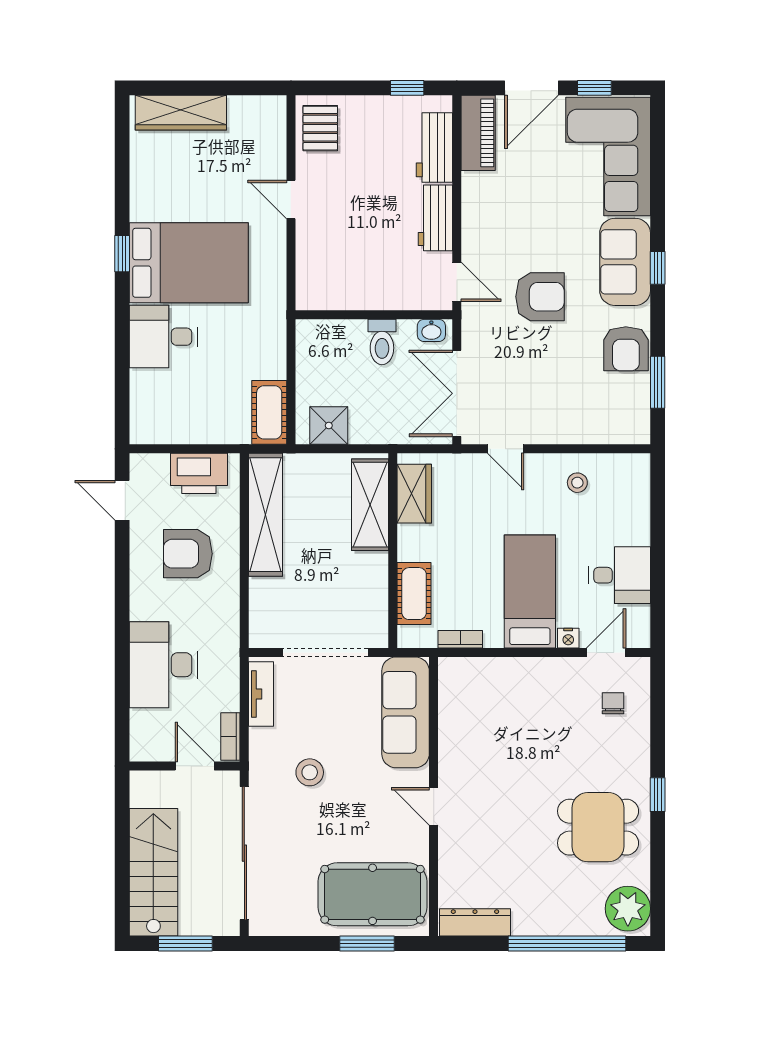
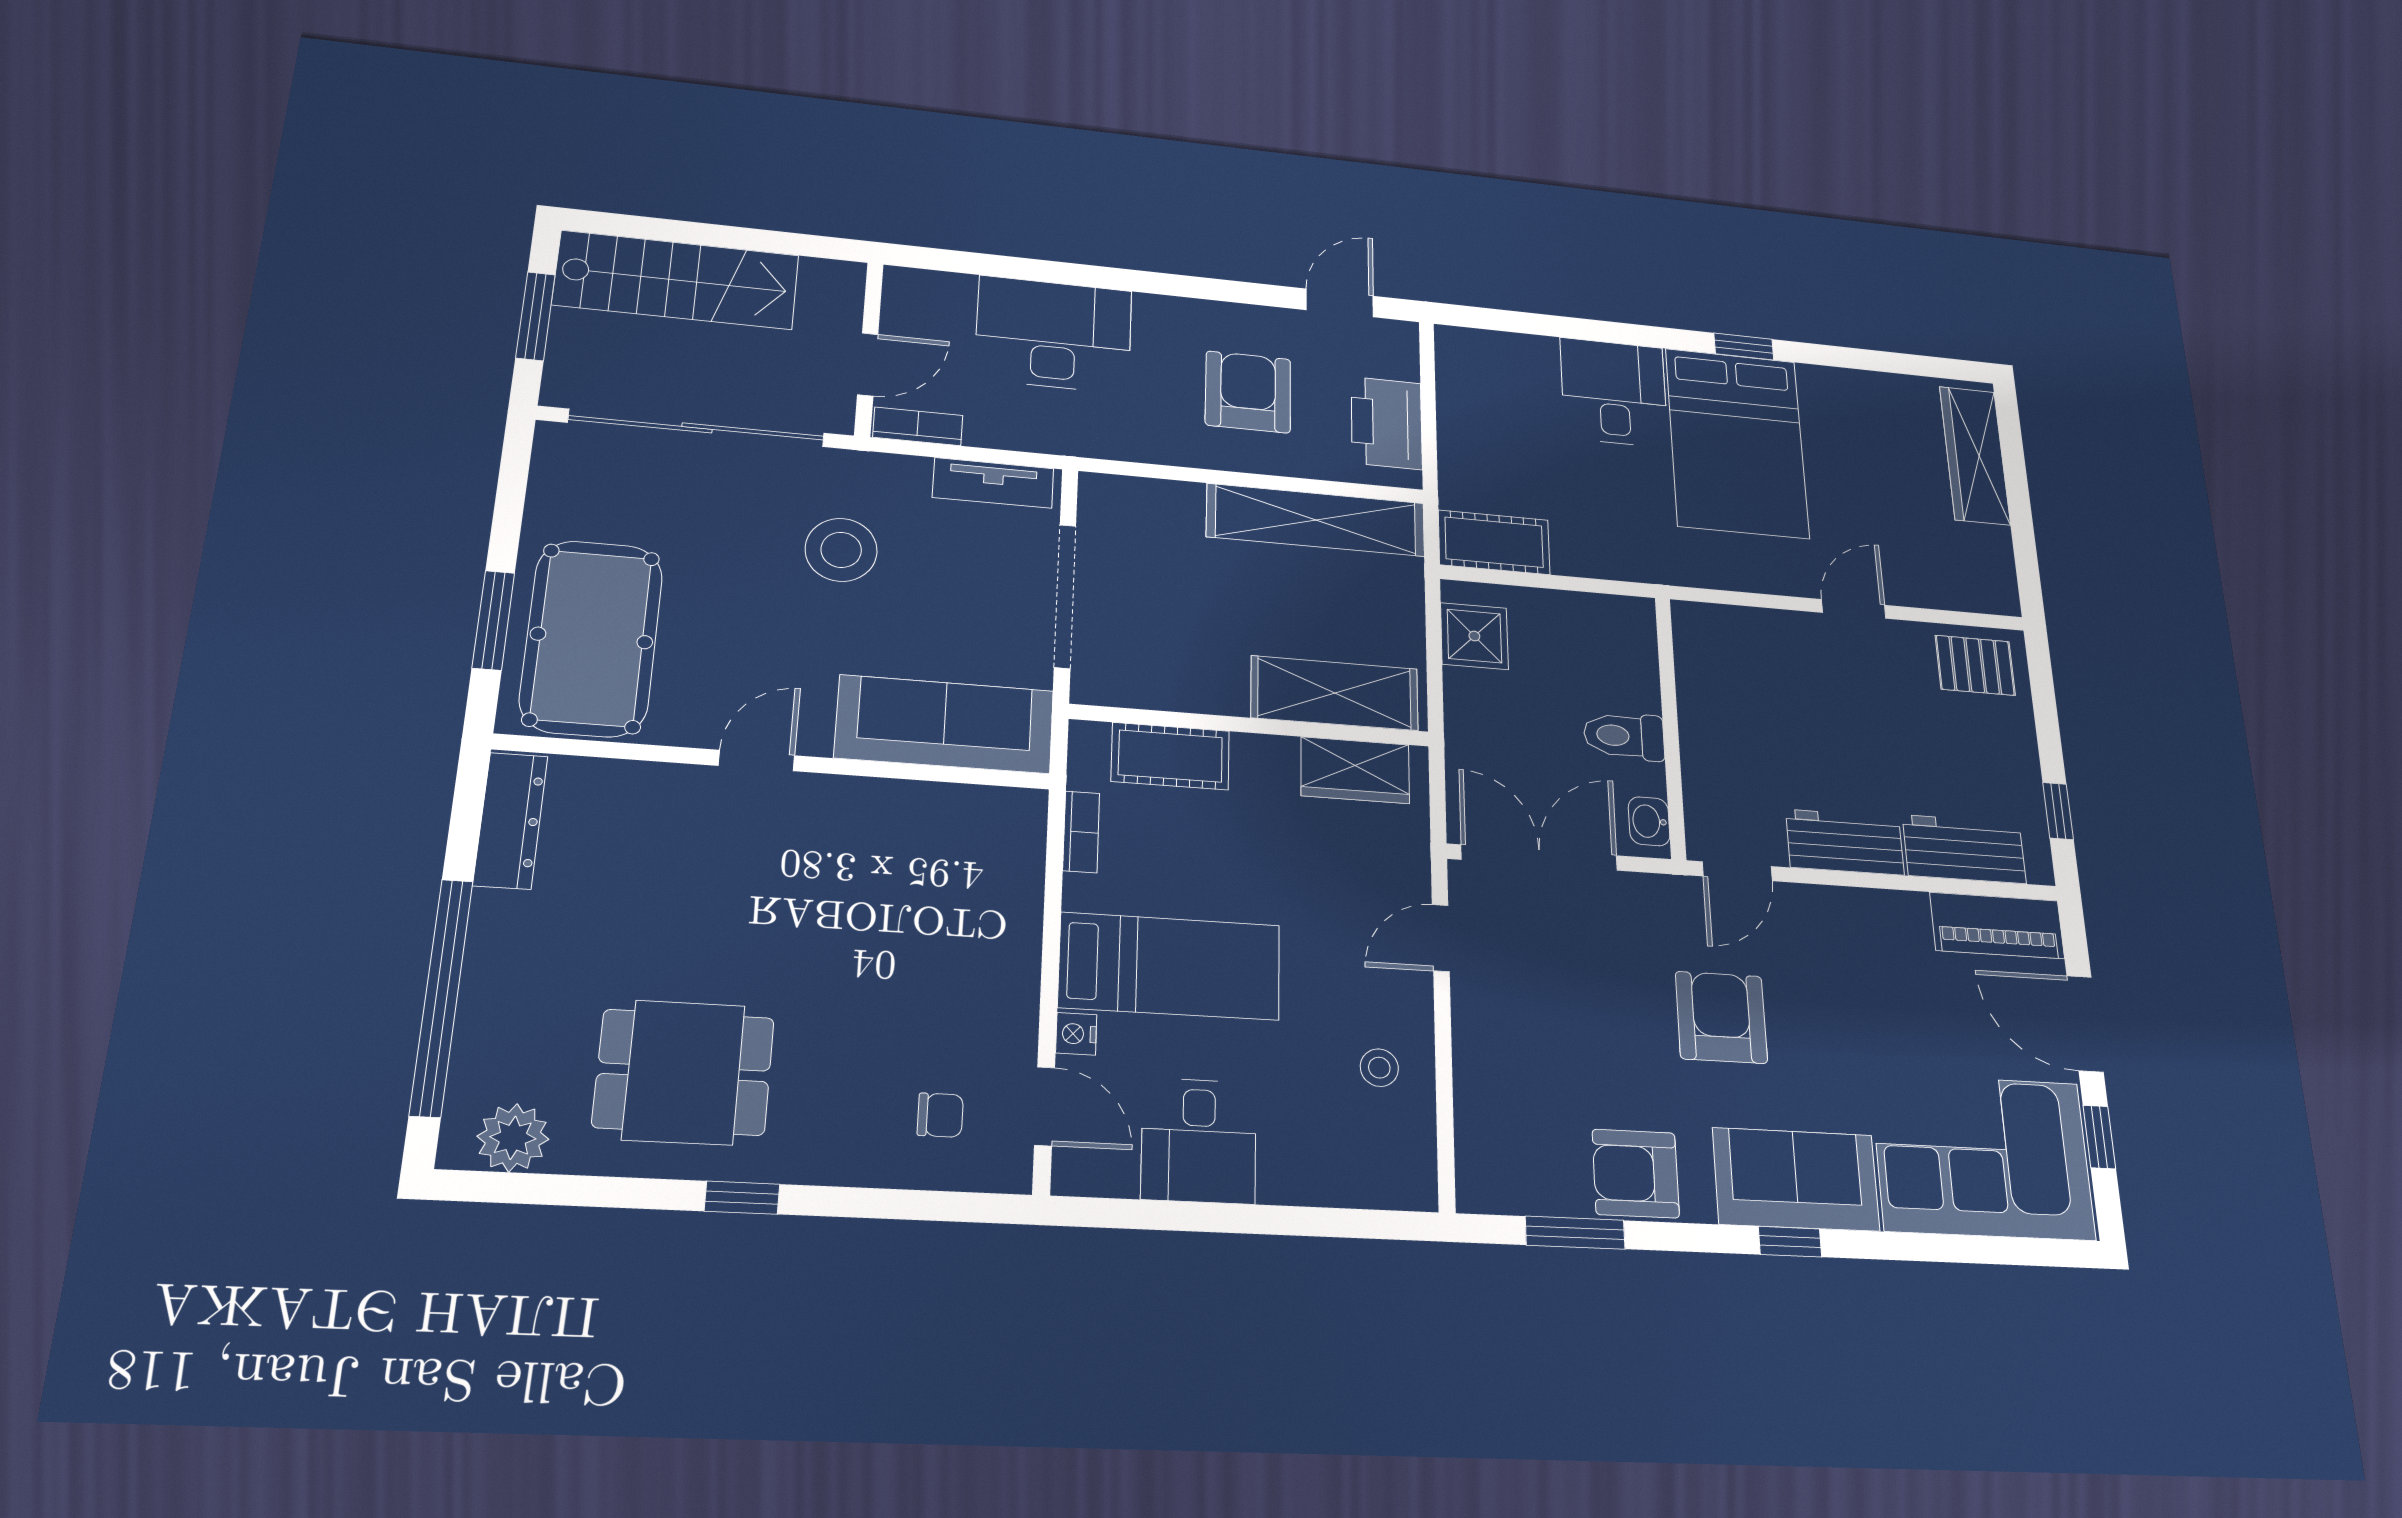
armchair: (540, 297) -> (1721, 1017), turned 180
stool: (310, 772) -> (841, 550), width x1.38, depth x1.38
dining table: (598, 827) -> (684, 1072), turned 90
plant: (628, 909) -> (513, 1138), width x0.73, depth x0.73

